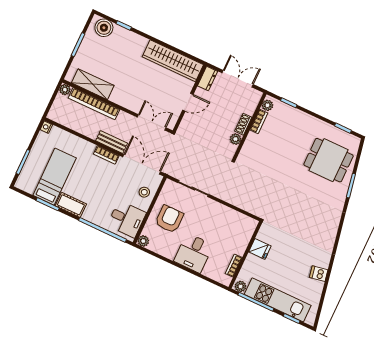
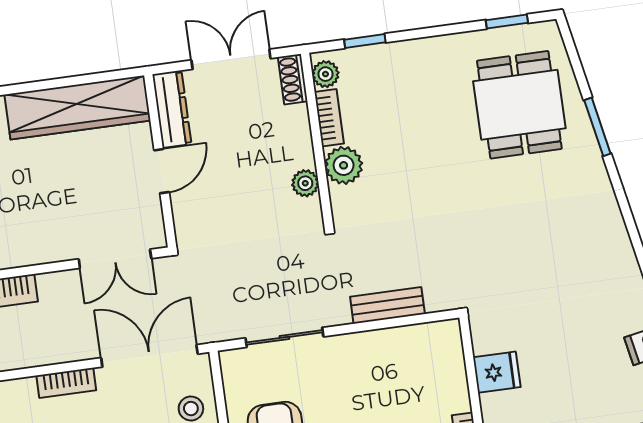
dresser: (208, 79) -> (172, 109), width x1.44
double door: (152, 122) -> (115, 259), swing flipped
shoe rack: (243, 124) -> (293, 79), moved
plant: (253, 141) -> (344, 165), added
bench: (112, 142) -> (387, 305), moved
dining table: (329, 160) -> (519, 105), turned 90

